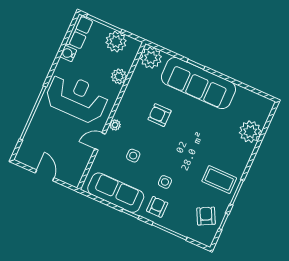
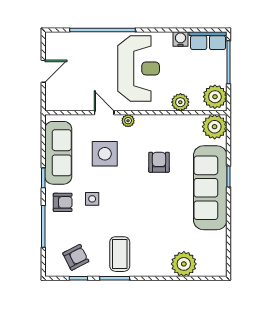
plant: (116, 42) -> (215, 97), moved
side table: (133, 156) -> (105, 154), width x1.87, depth x1.87

